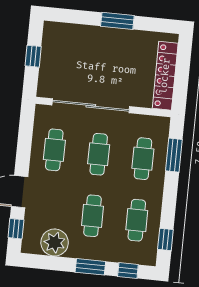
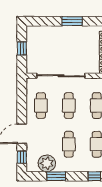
window: (90, 267) -> (56, 176), moved

